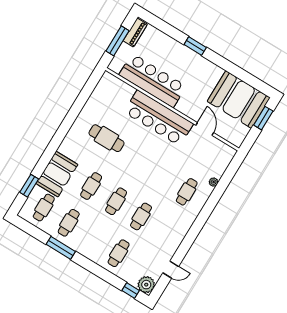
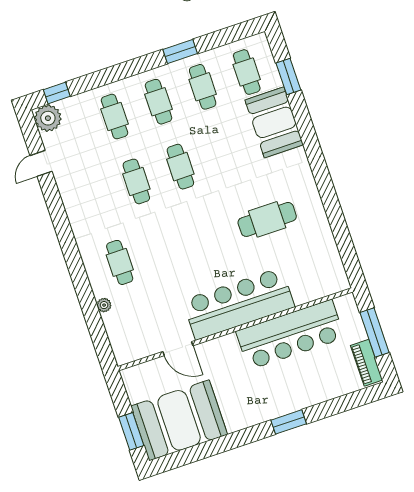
cafe table: (91, 186) -> (159, 102), moved
window: (61, 248) -> (180, 52), width x0.69

